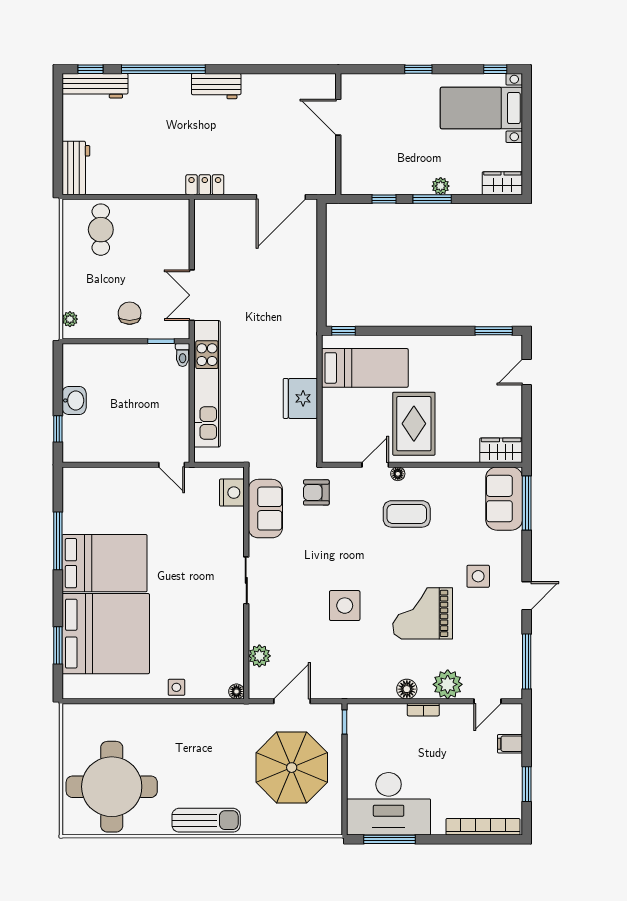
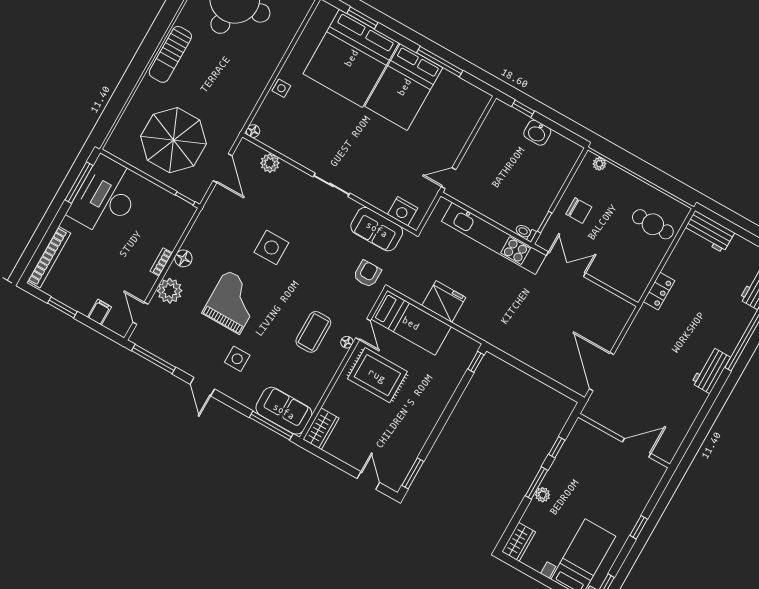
locker: (205, 185) -> (659, 291), moved
bed: (365, 368) -> (411, 323), moved, turned -90

